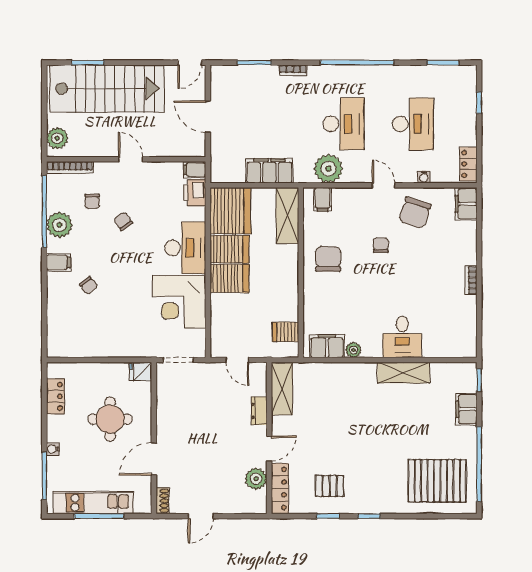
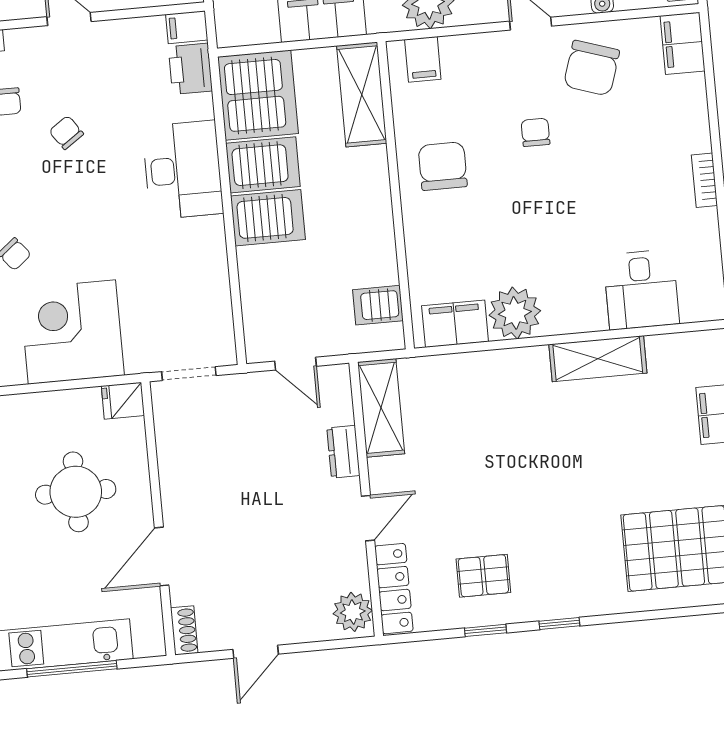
corner desk: (179, 302) -> (72, 332), moved, turned 90
desk: (402, 337) -> (641, 290), moved
plant: (354, 350) -> (515, 313), width x1.87, depth x1.87
plant: (256, 479) -> (353, 612), moved

